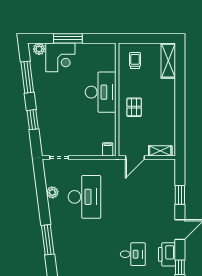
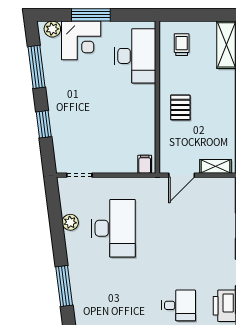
desk: (101, 92) -> (135, 56), moved

